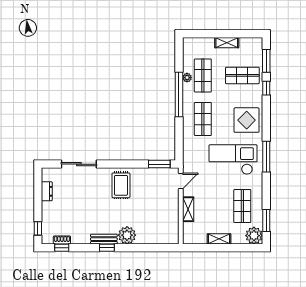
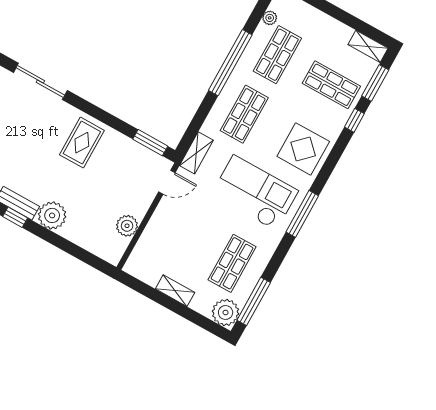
shelving: (227, 43) -> (368, 46), moved
plant: (187, 78) -> (270, 18), moved
shelving: (188, 209) -> (196, 153), moved
plant: (172, 218) -> (127, 226), added
window: (266, 221) -> (254, 301), width x1.44

